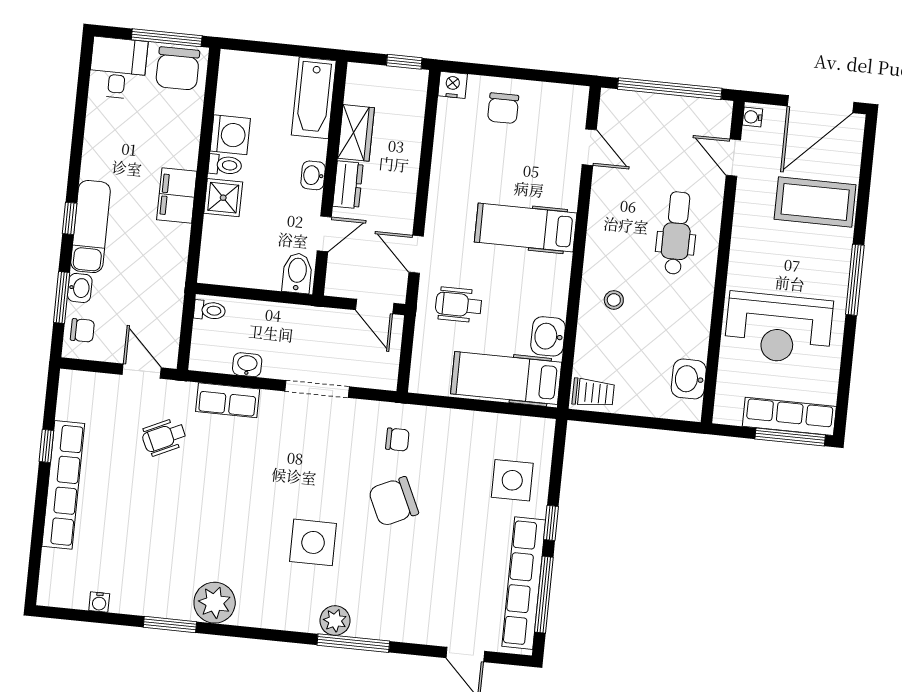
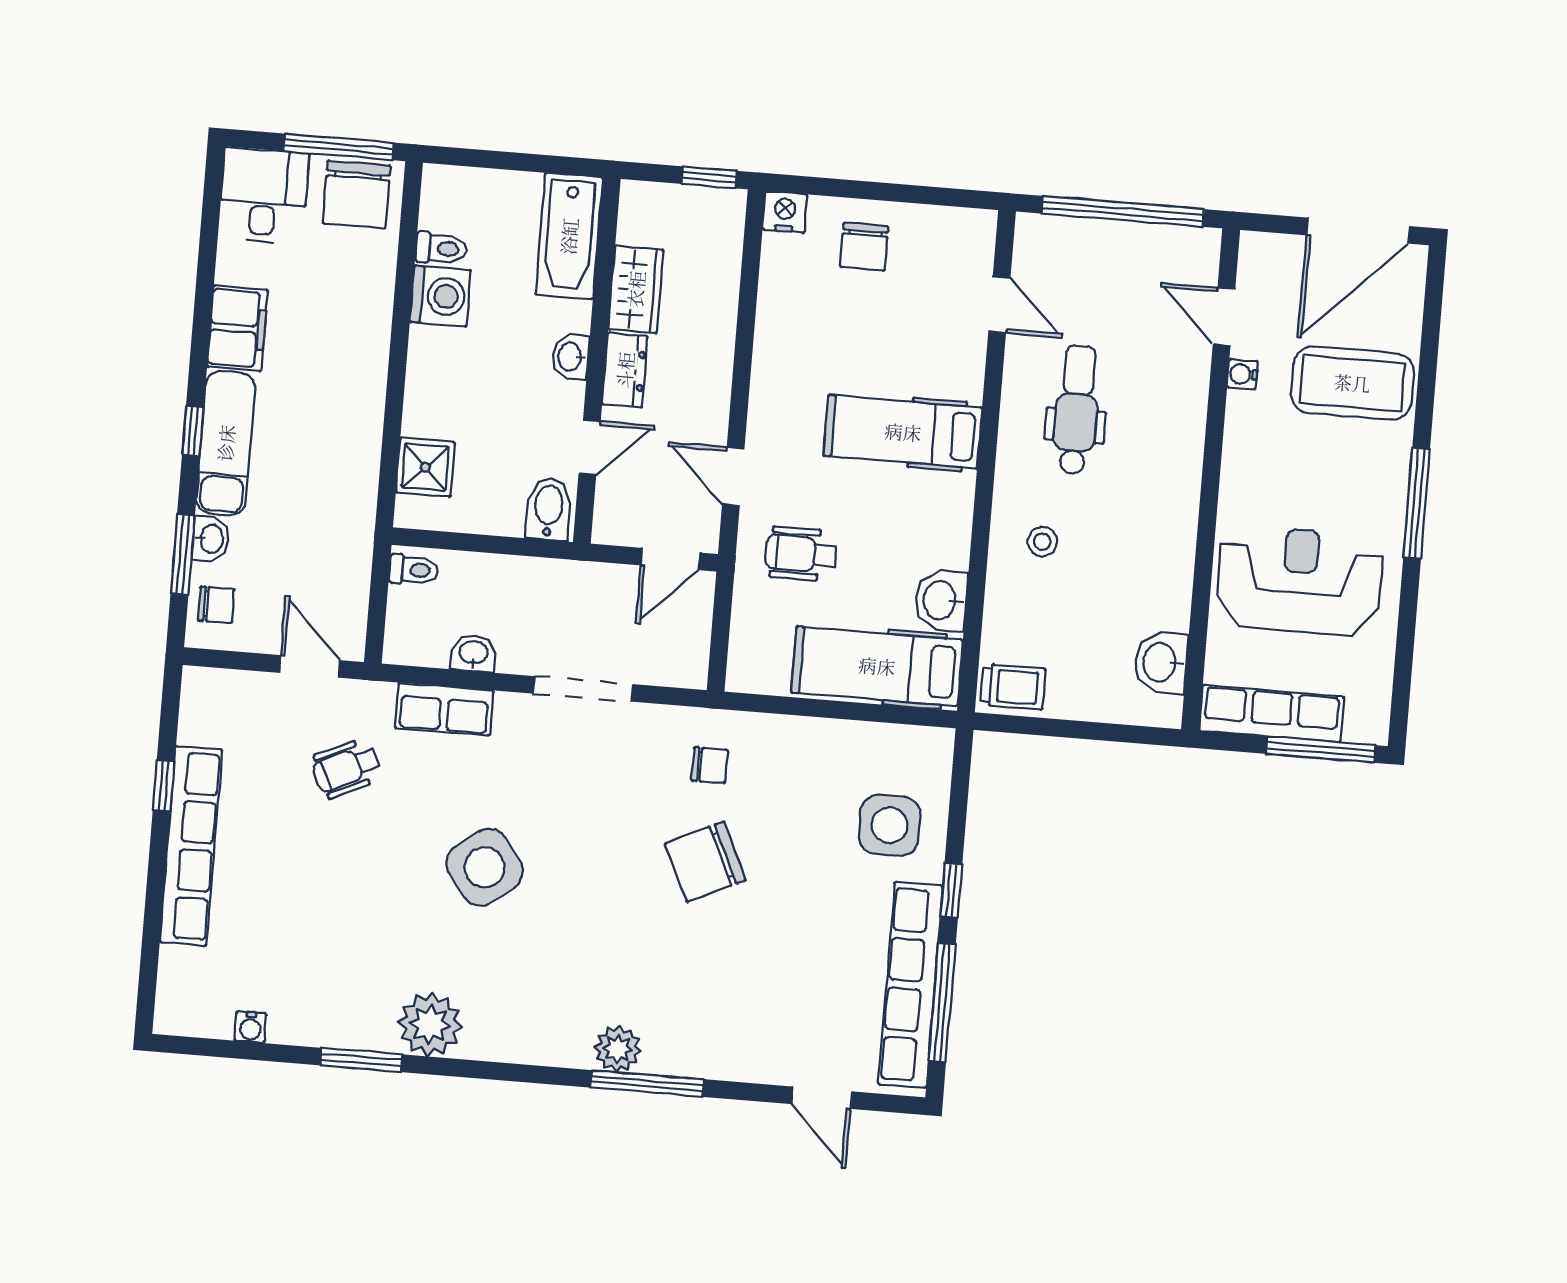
water cooler: (752, 117) -> (1242, 374), moved
toilet: (225, 165) -> (441, 248), moved
filing cabinet: (177, 195) -> (237, 328), moved, turned 180
shower: (223, 198) -> (425, 467), moved
dental chair: (677, 233) -> (1076, 410), moved
door: (375, 306) -> (670, 559), hinge flipped
reception desk: (779, 328) -> (1299, 581), turned 180
row of seats: (789, 416) -> (1271, 714), moved
side table: (313, 542) -> (485, 867), moved, turned -37

